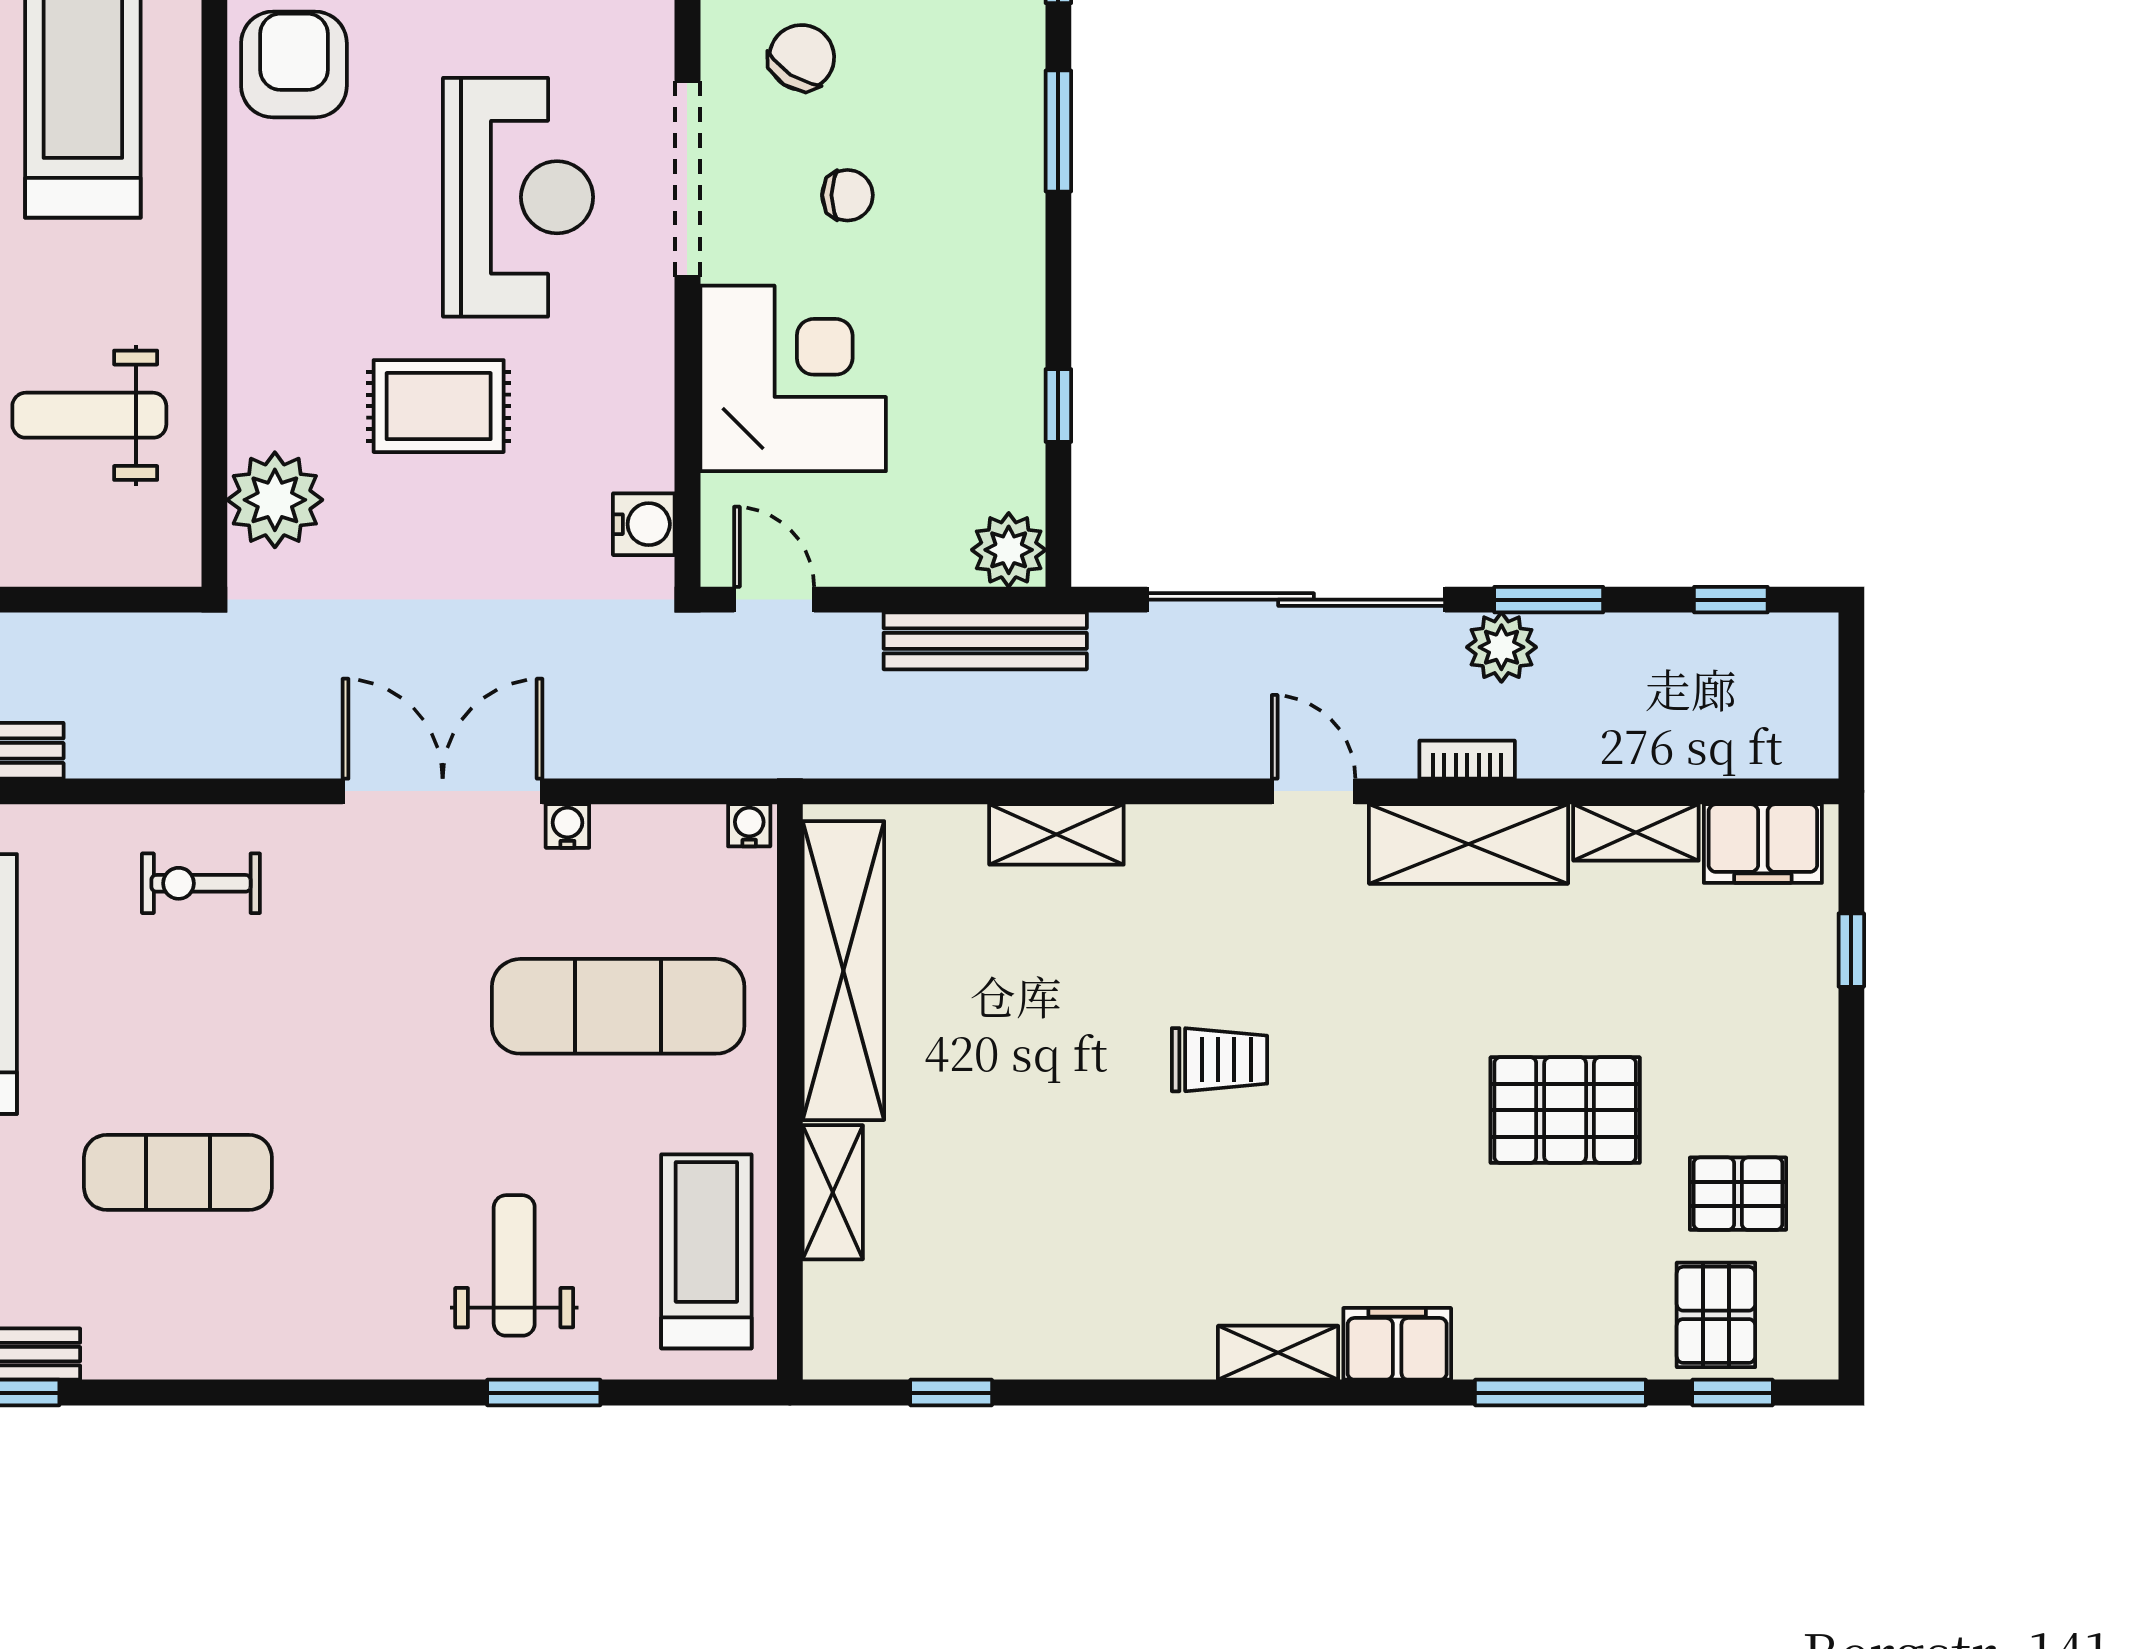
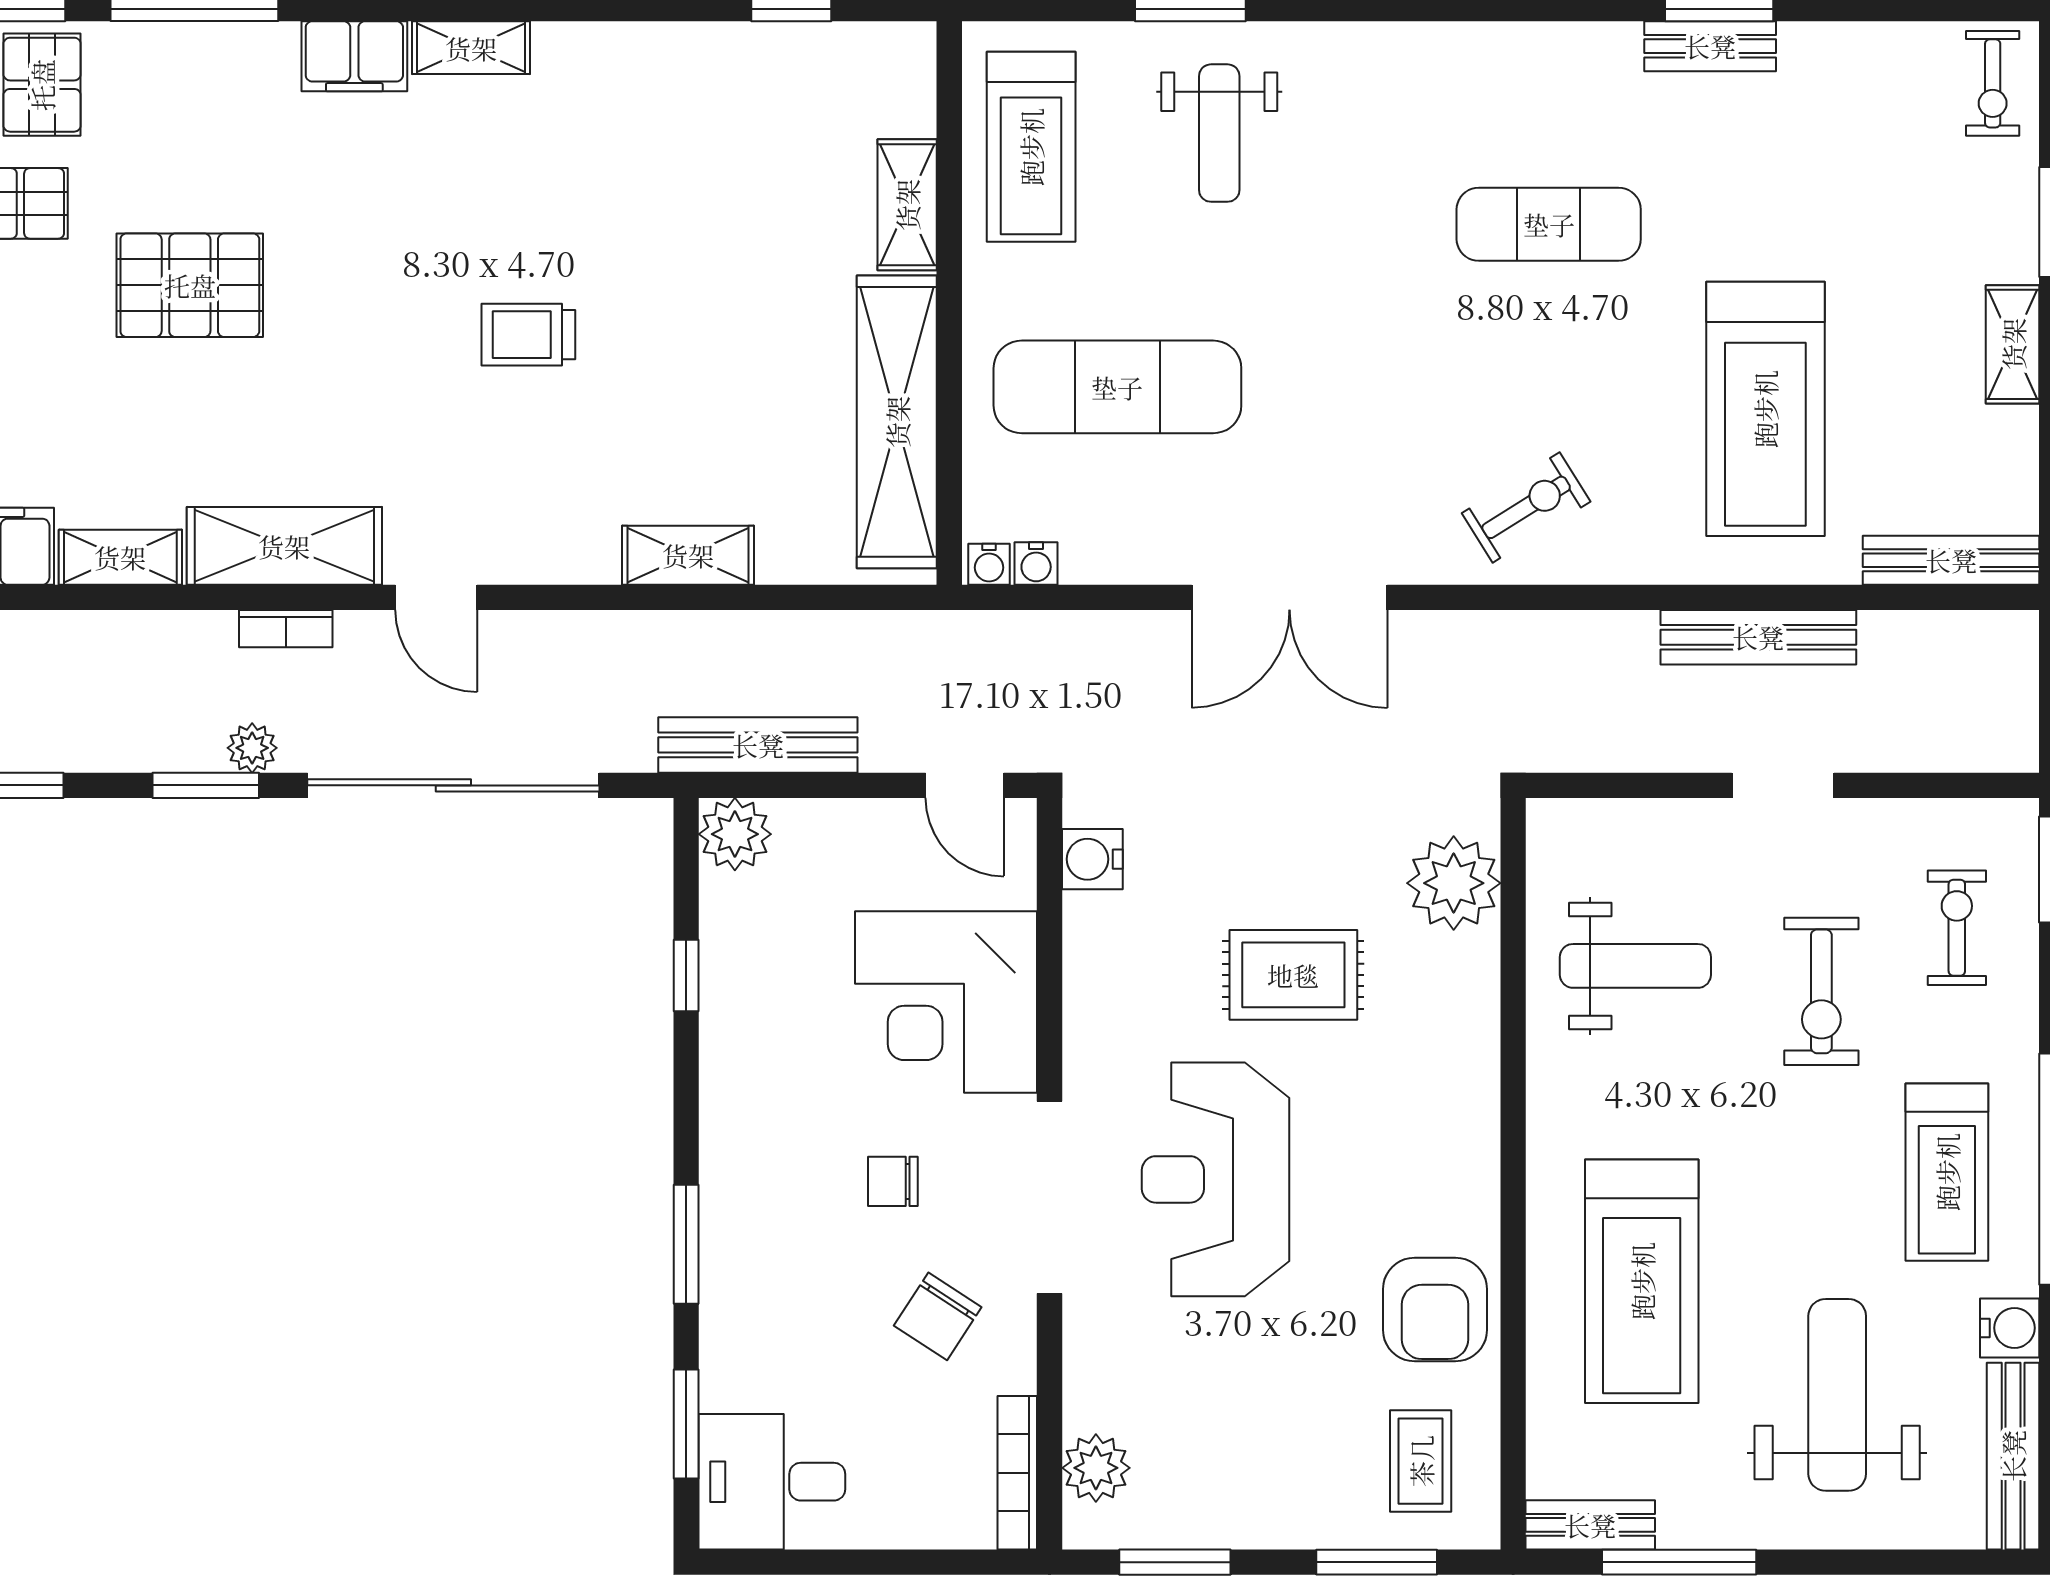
plant: (1501, 647) -> (252, 748), width x0.73, depth x0.73
water cooler: (567, 826) -> (1036, 564), moved
exercise bike: (201, 883) -> (1526, 507), turned -32

